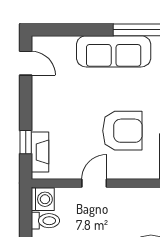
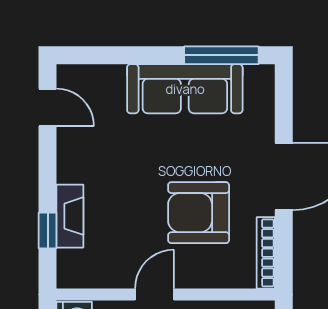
armchair: (122, 131) -> (199, 213), turned 180
fireplace: (40, 152) -> (70, 216), moved

